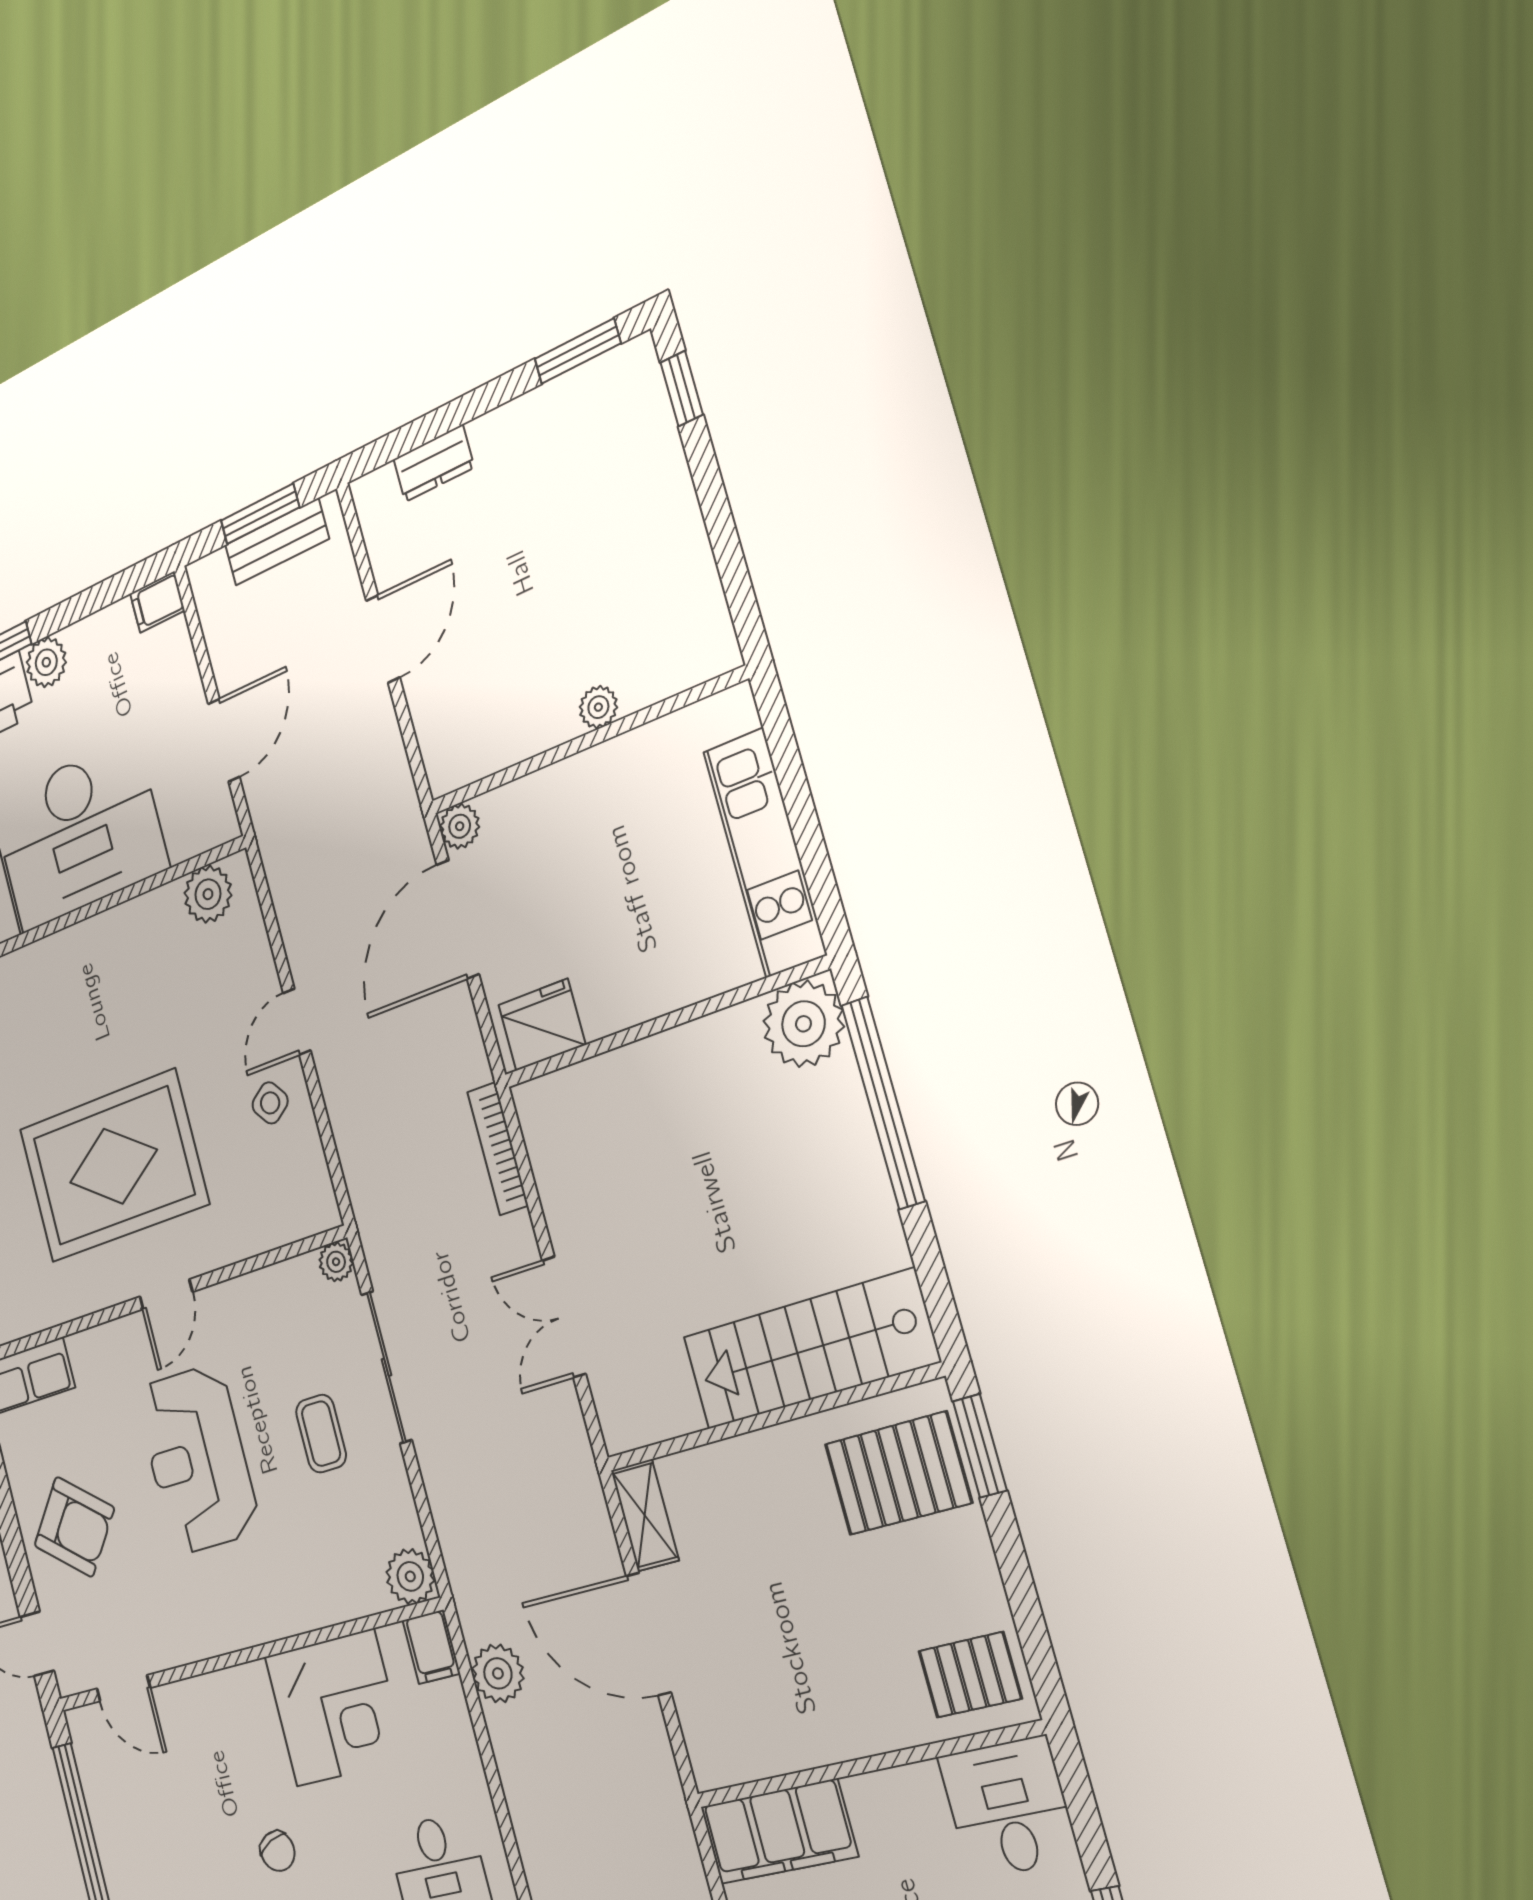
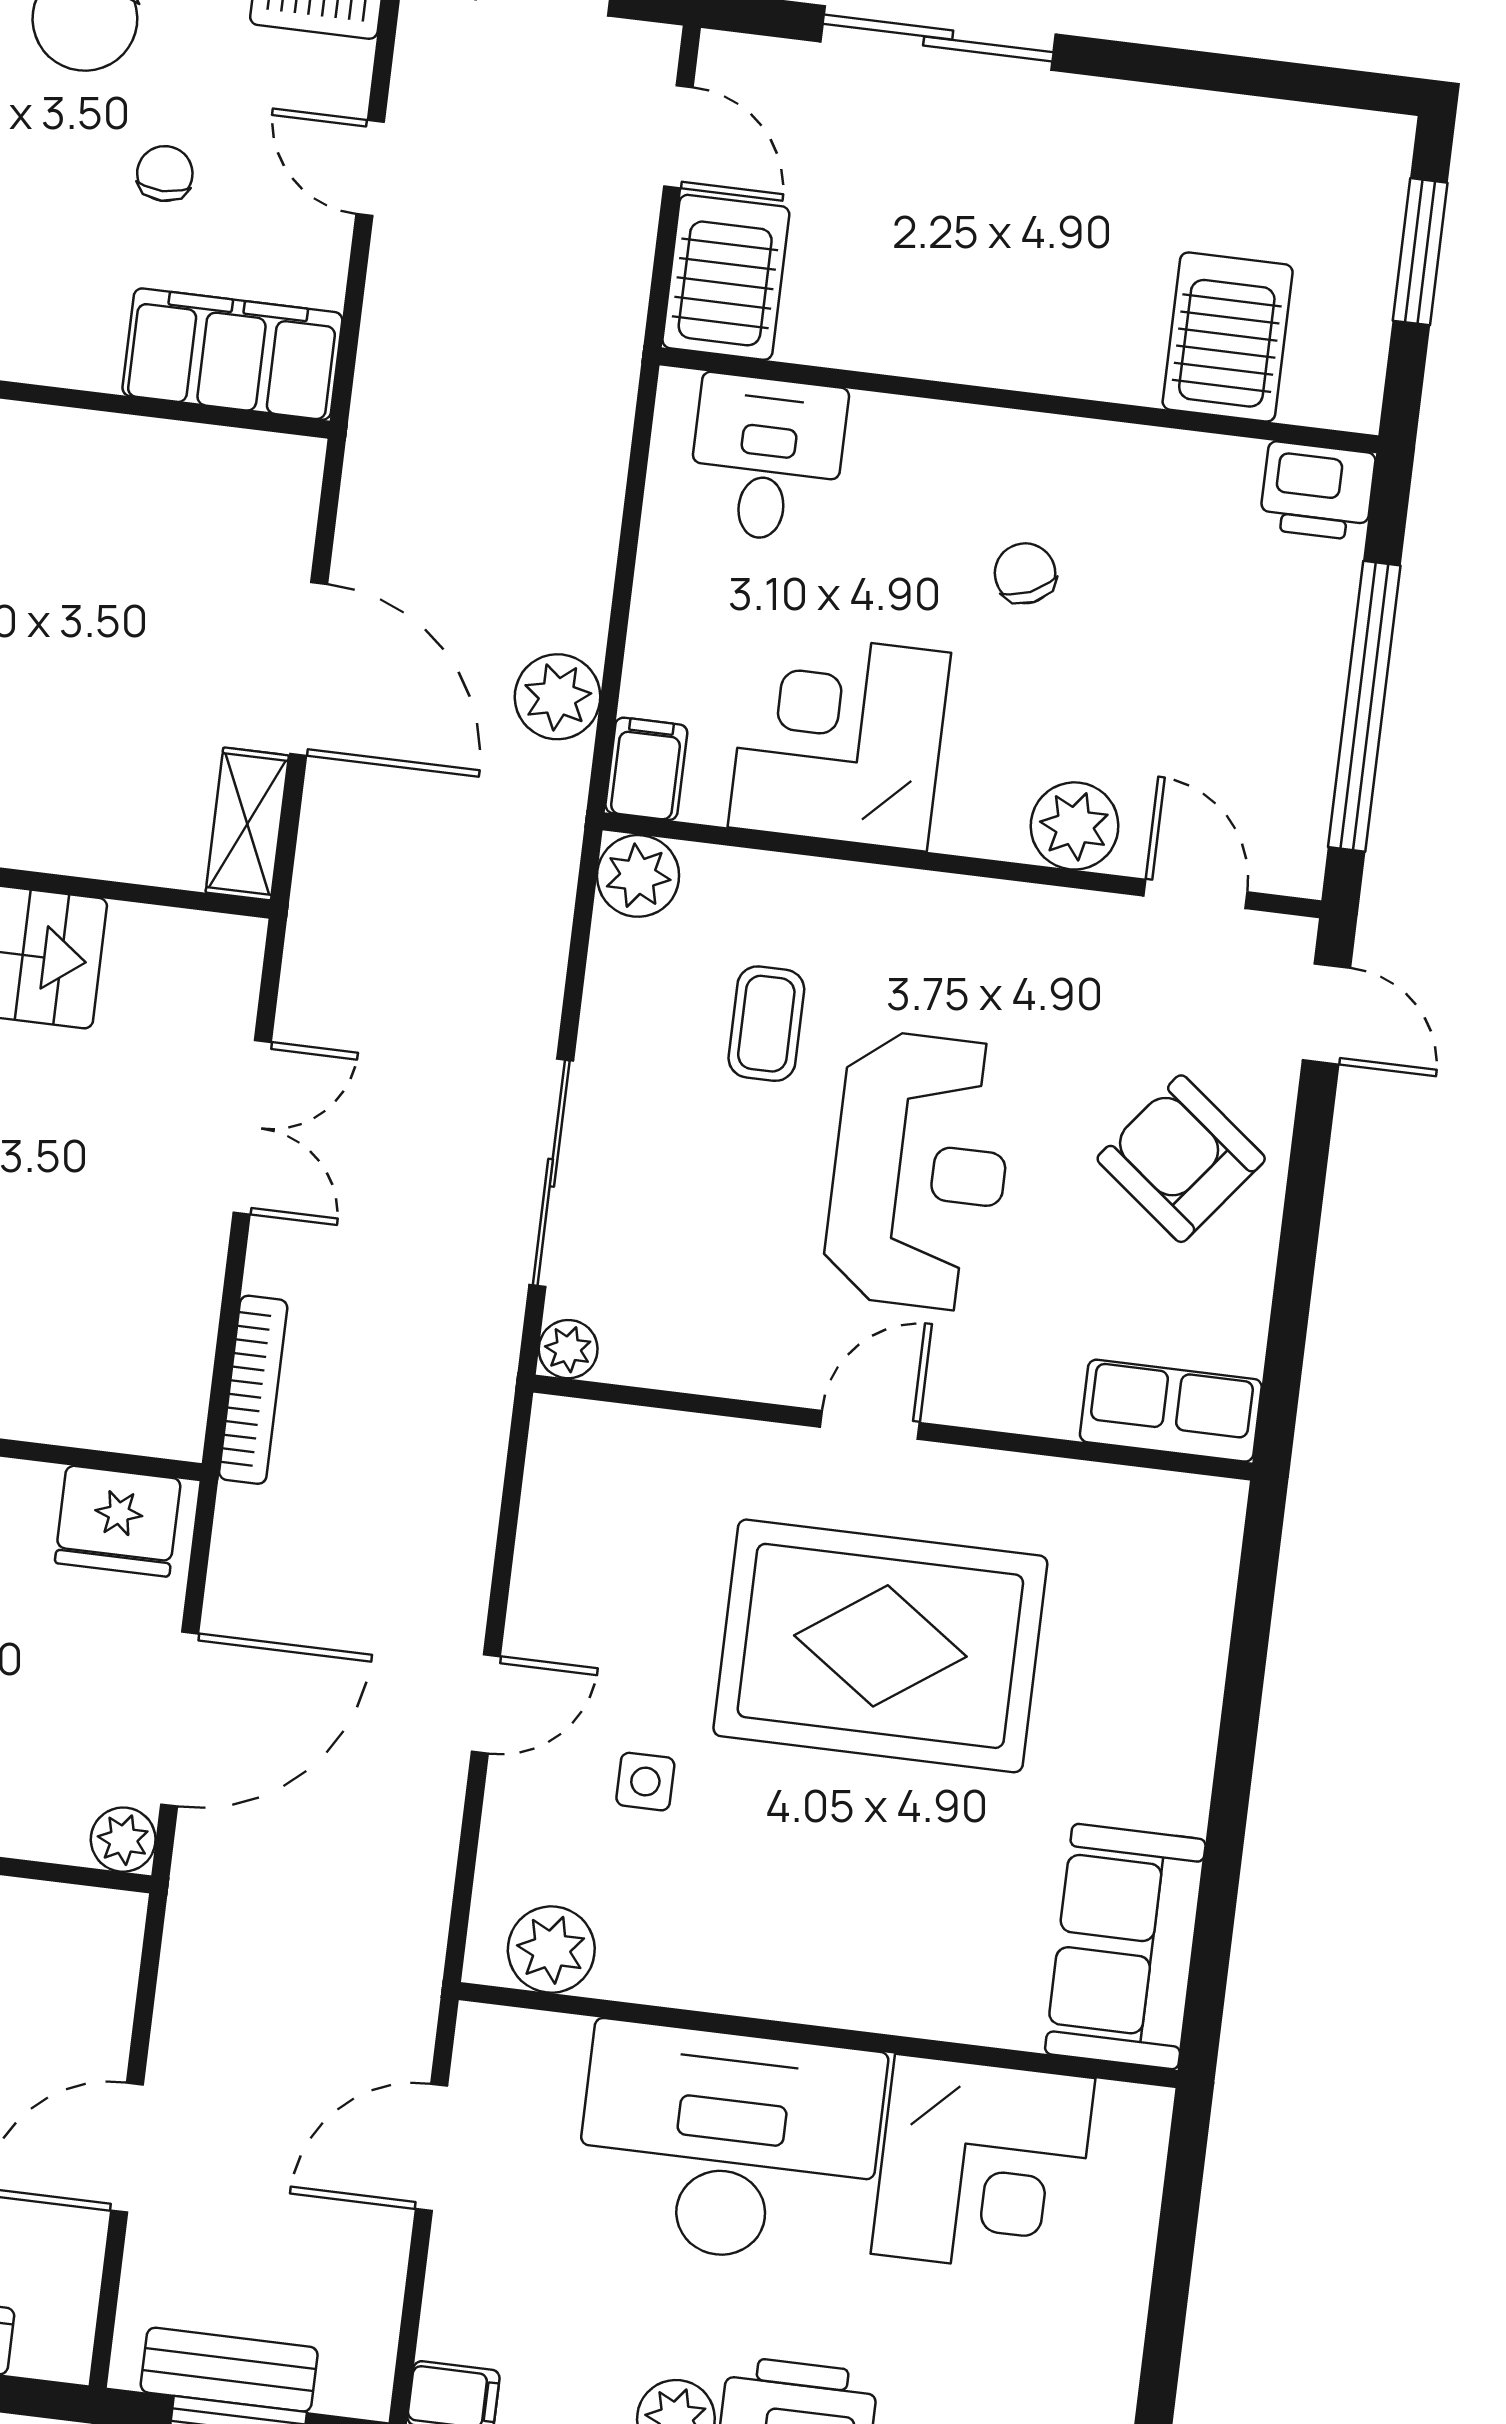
side table: (270, 1103) -> (645, 1782), moved, turned 37
coffee table: (321, 1434) -> (766, 1024), moved
plant: (197, 1704) -> (1075, 826), added

